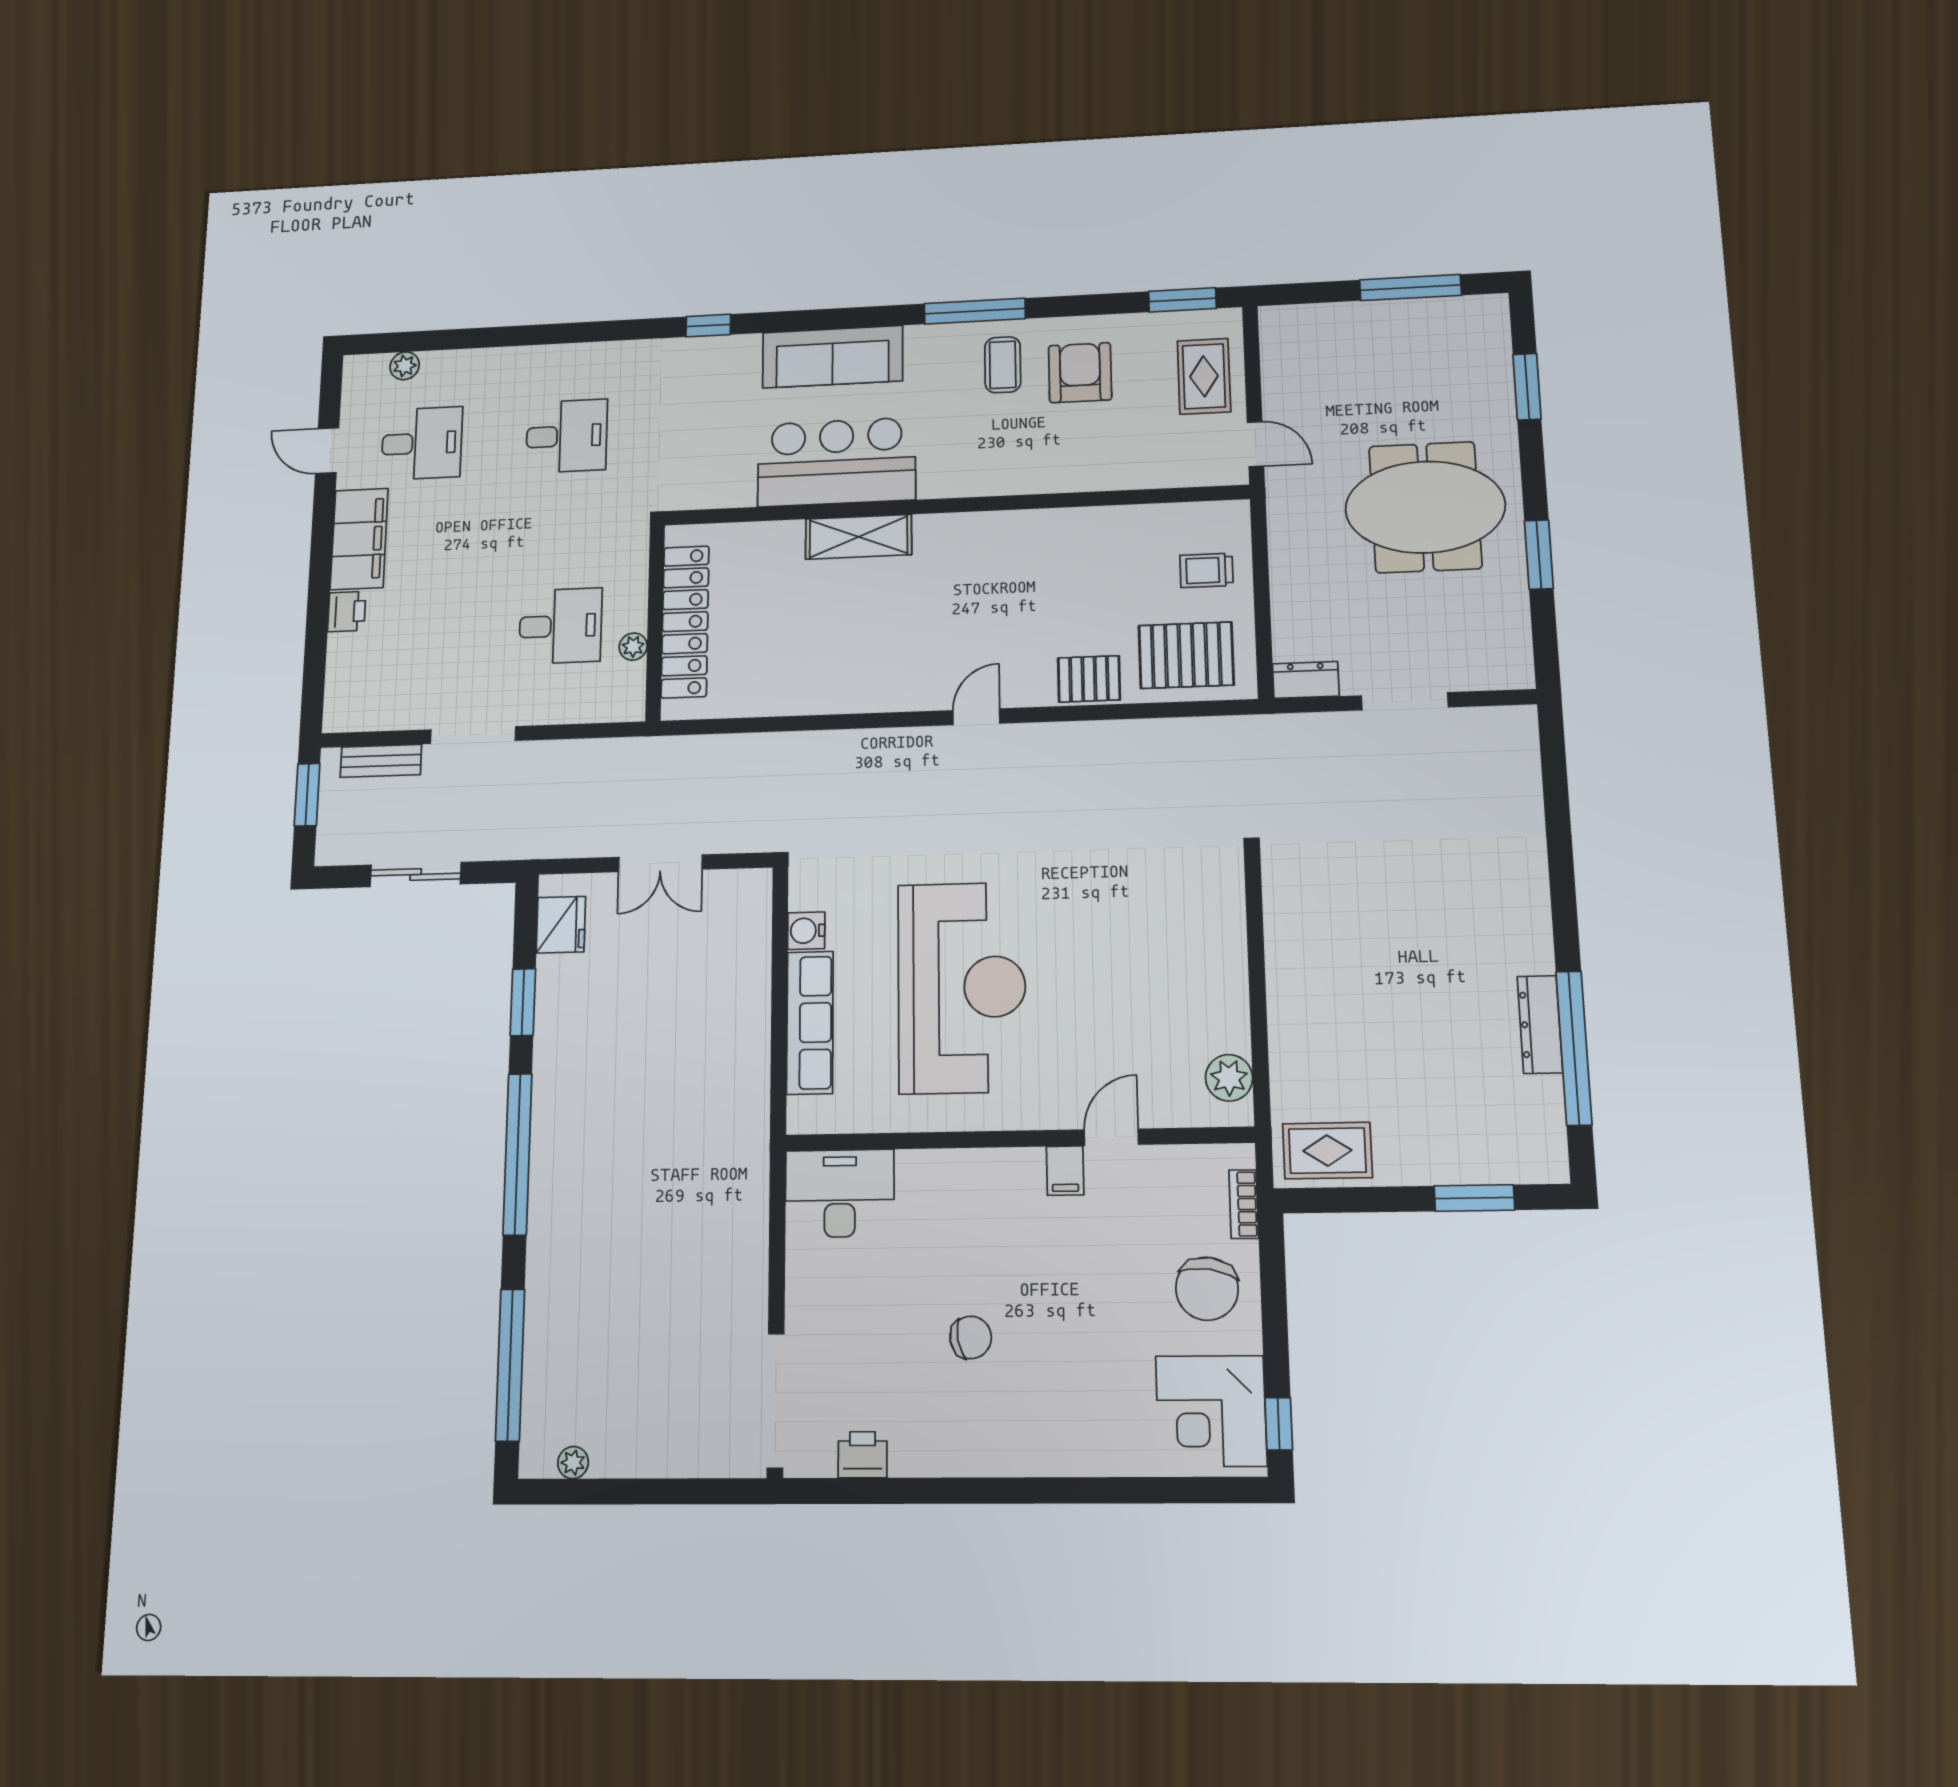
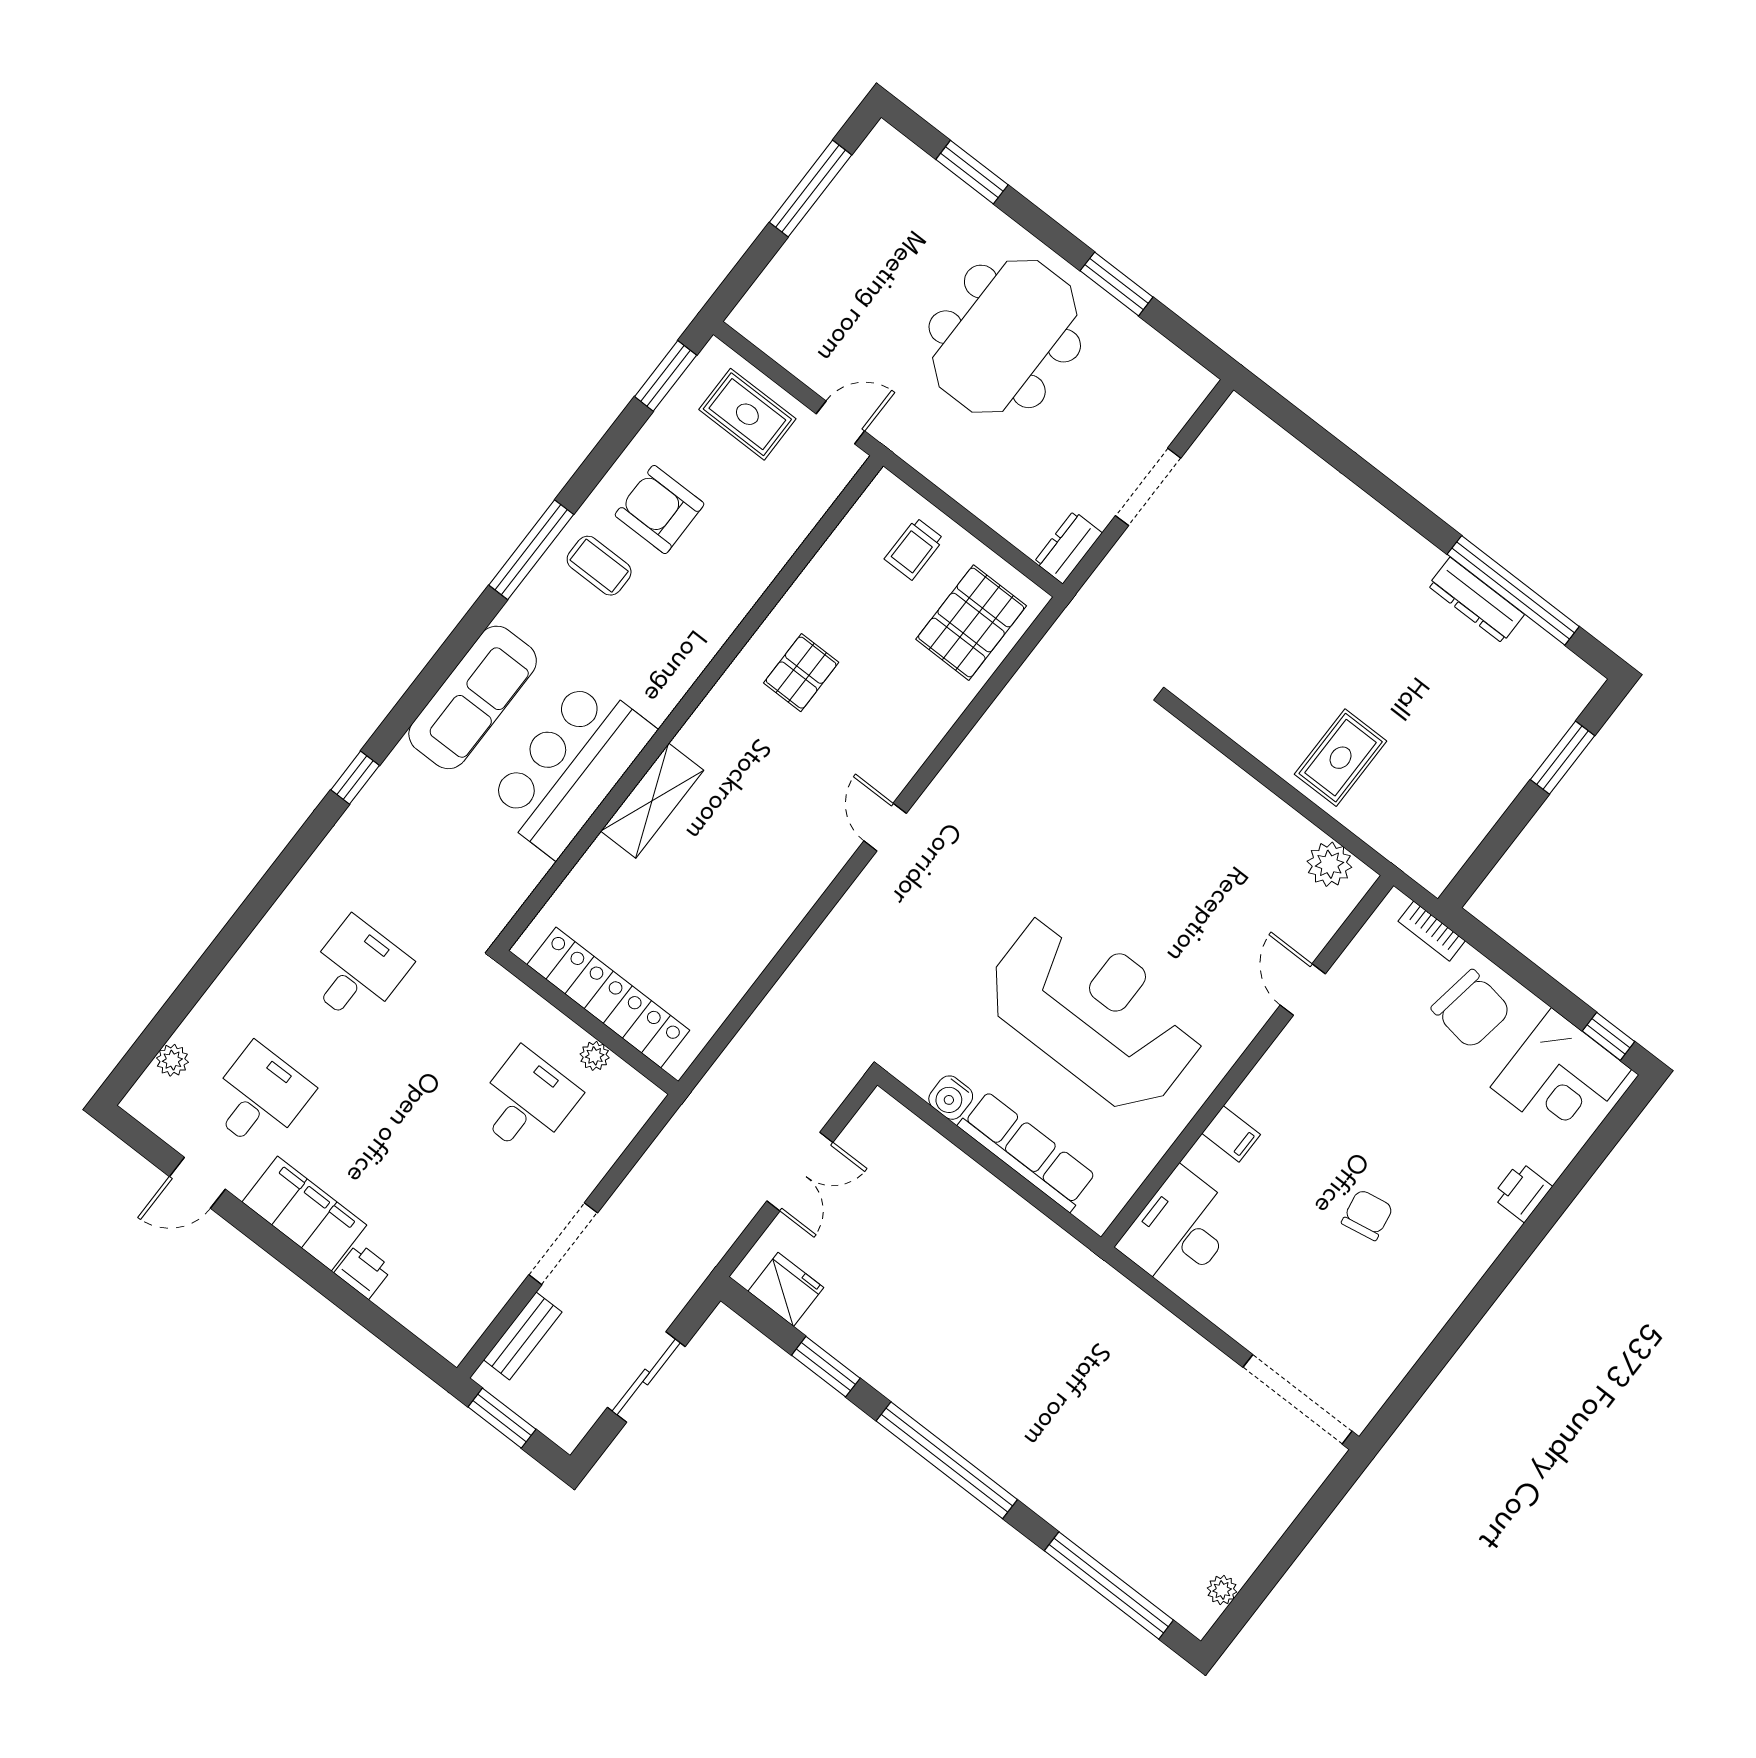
pallet: (1089, 679) -> (801, 673), moved
rug: (1327, 1151) -> (1341, 758), moved
filing cabinet: (1065, 1171) -> (1231, 1134), moved
printer: (863, 1455) -> (1522, 1192), moved

